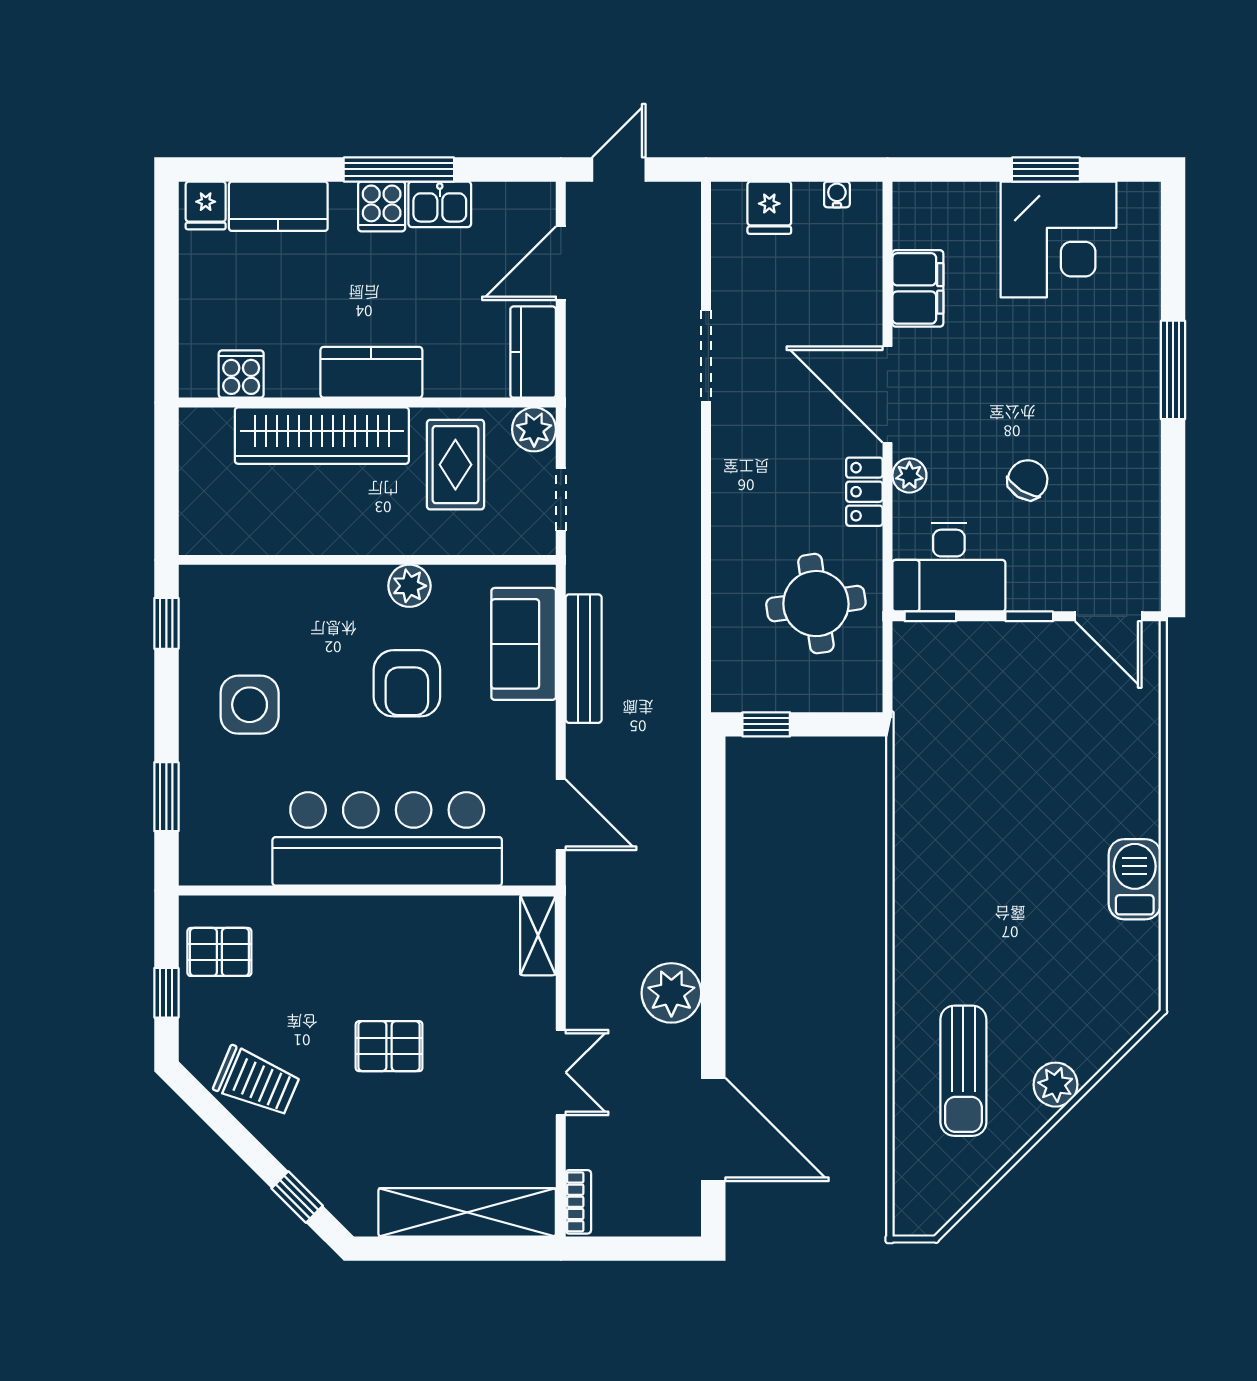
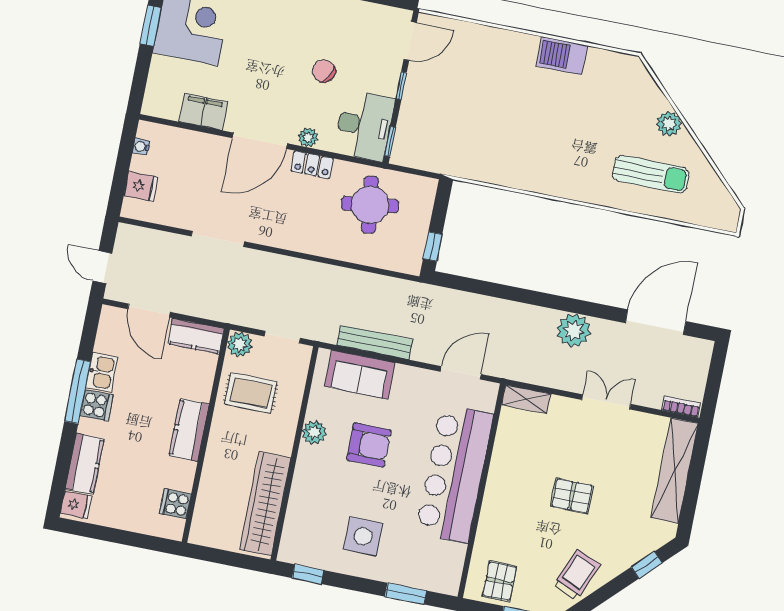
wardrobe: (322, 436) -> (265, 504), moved, turned 180
pallet: (389, 1046) -> (572, 496), turned 90

